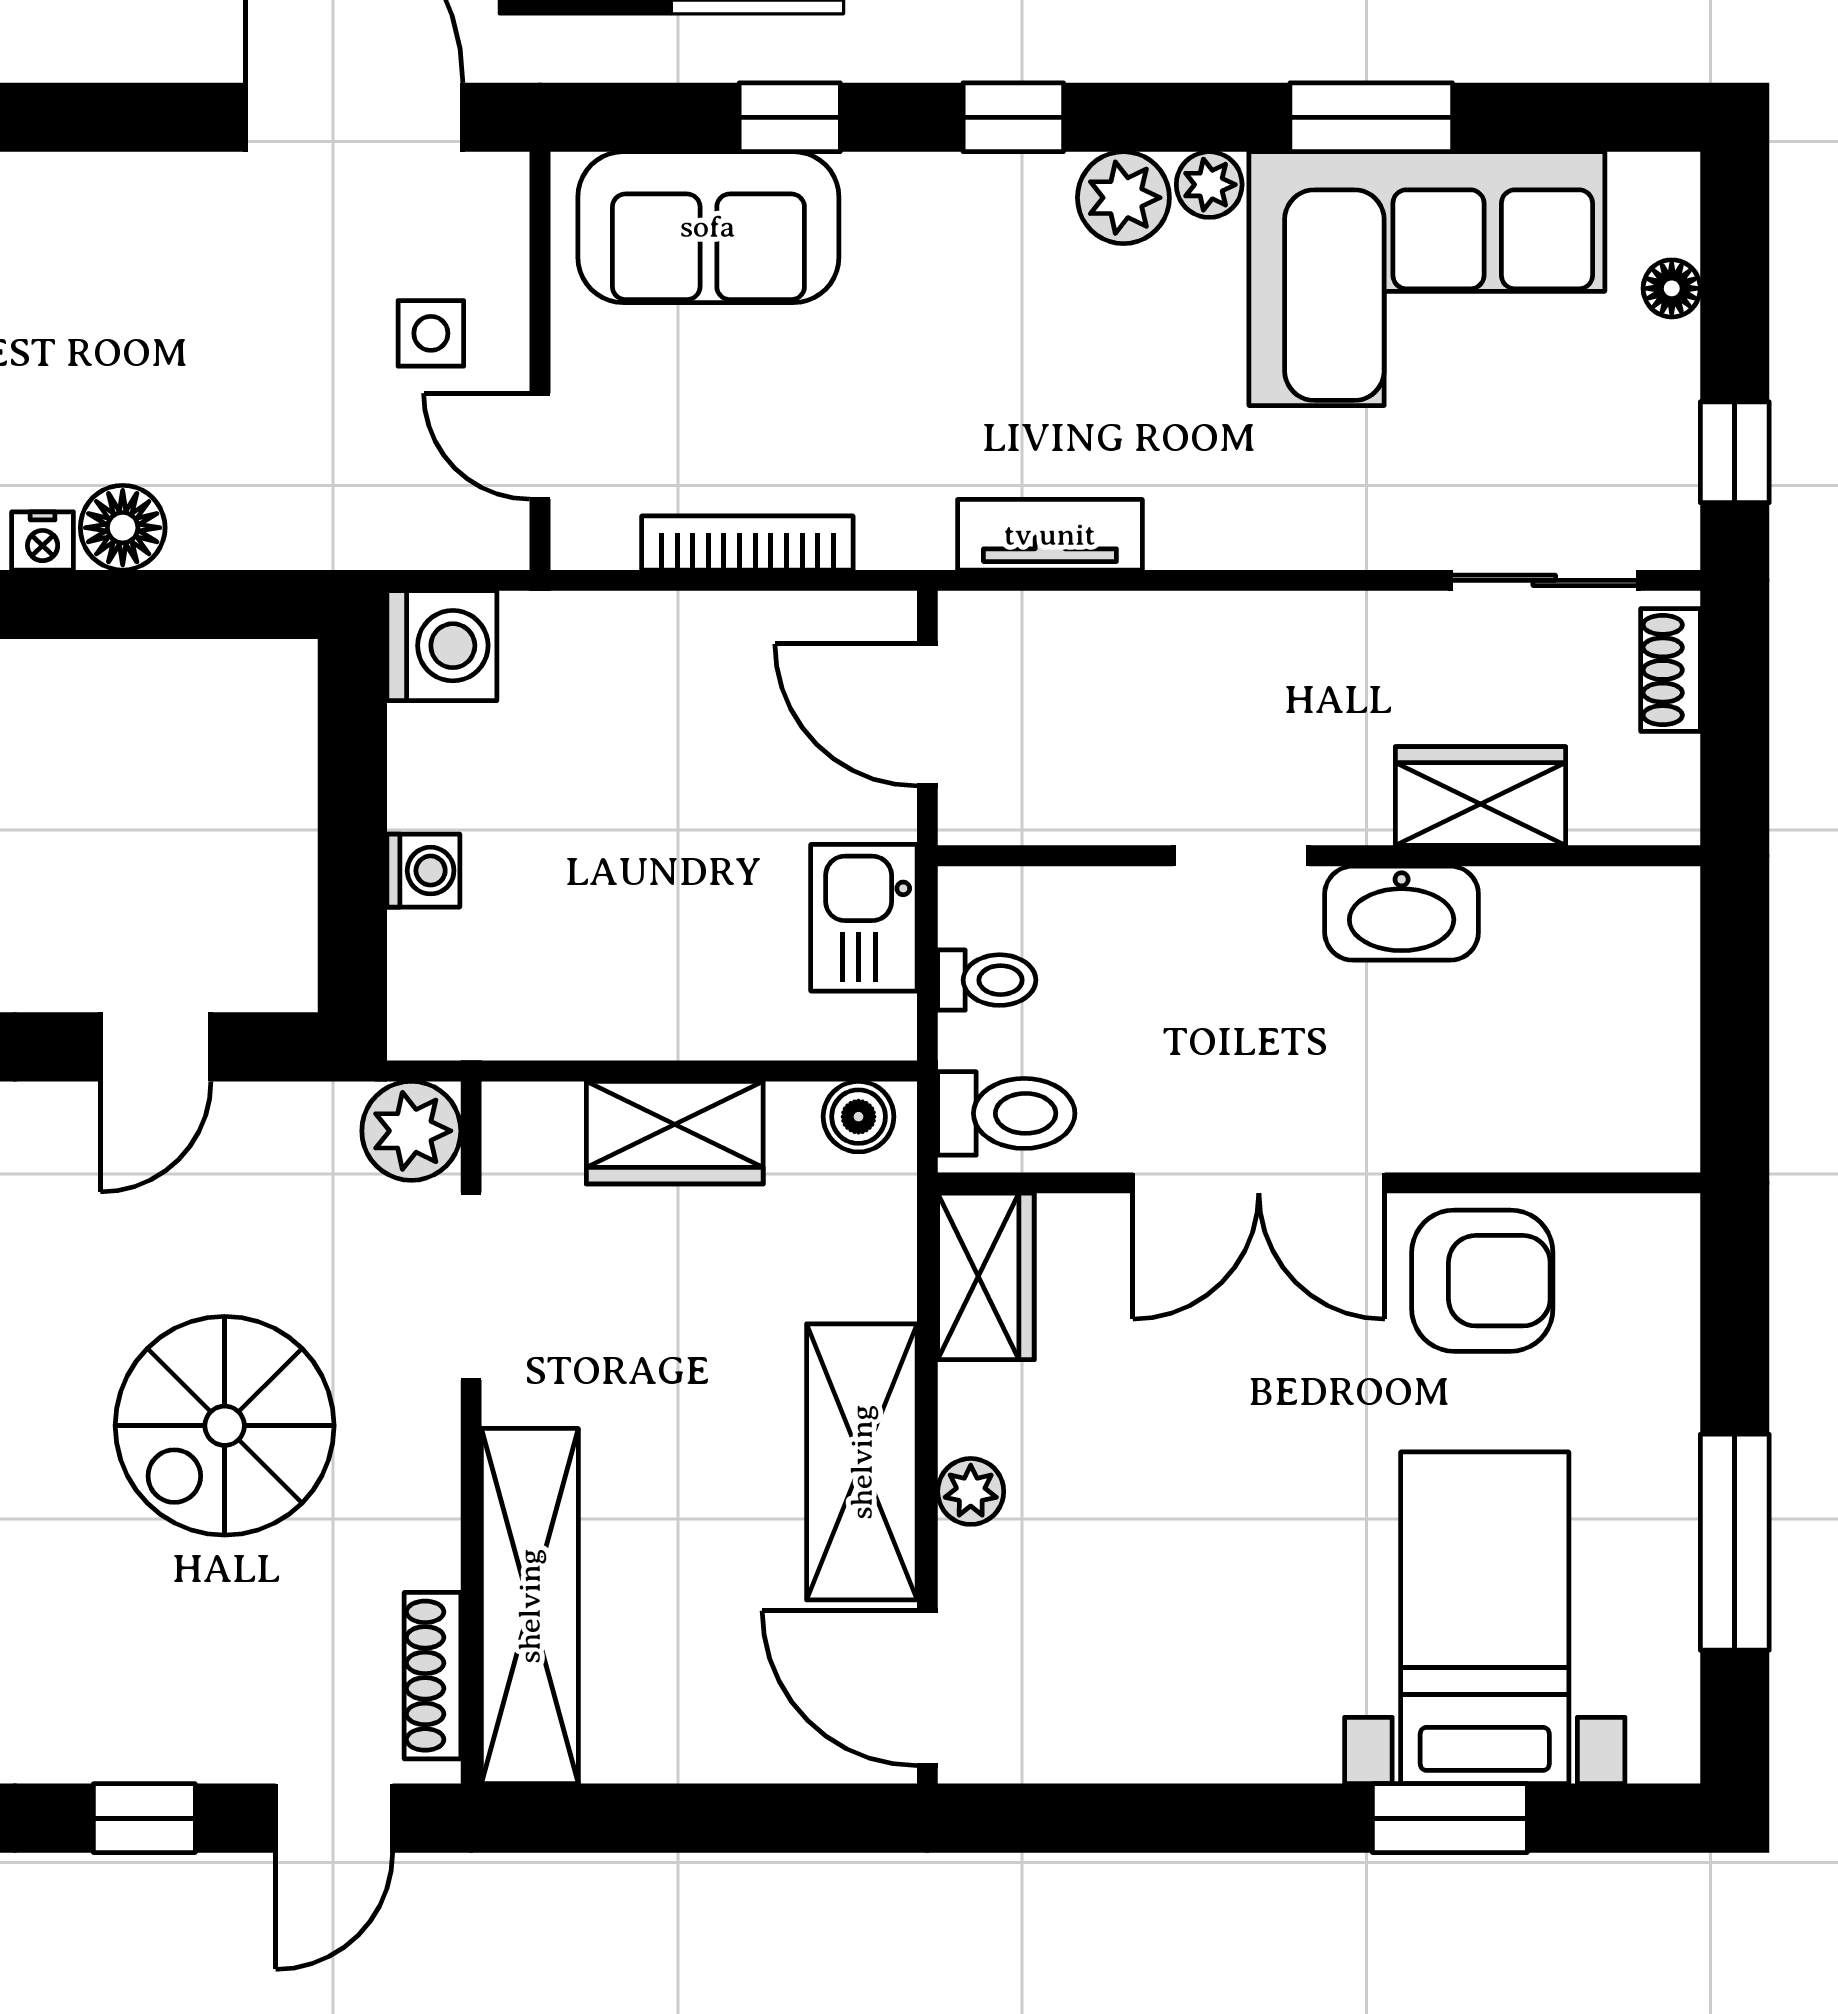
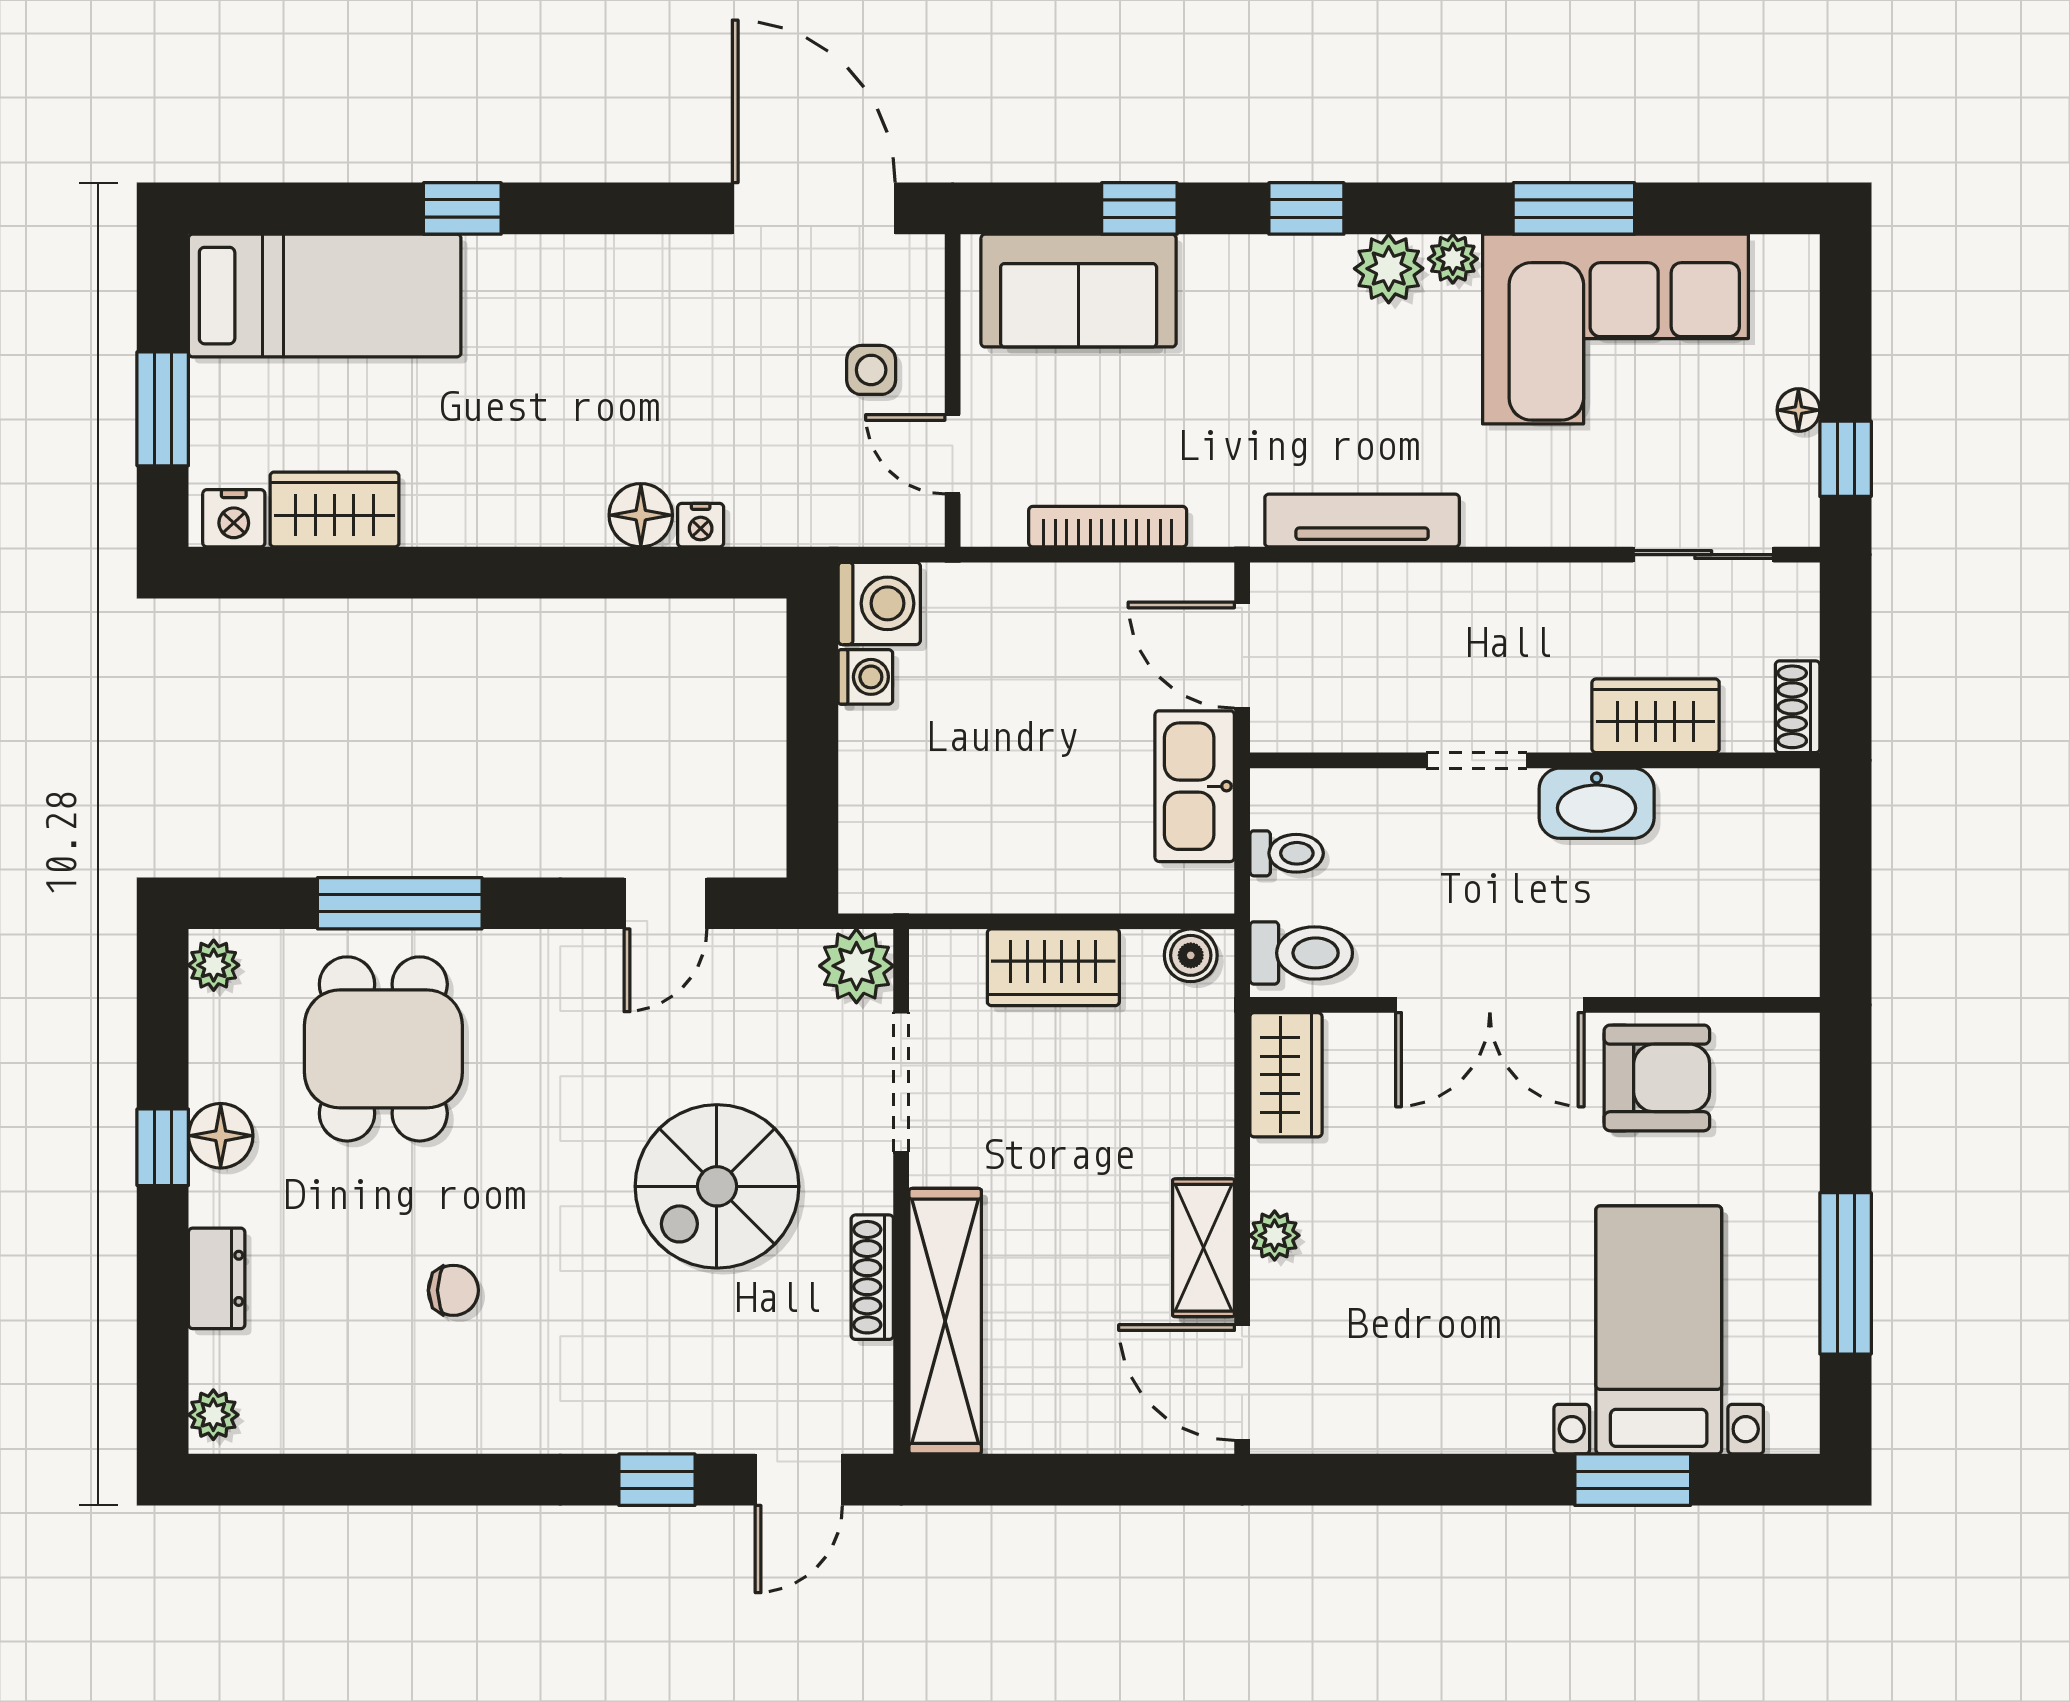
floor lamp: (1672, 288) -> (1798, 410), moved
tv unit: (1050, 535) -> (1362, 520), width x1.41
nightstand: (43, 541) -> (701, 525), moved
shoe rack: (1671, 670) -> (1798, 707), moved
washing machine: (423, 871) -> (865, 677), moved
kitchen sink: (864, 918) -> (1195, 786), width x1.38
shelving: (862, 1462) -> (1204, 1248), width x0.67, depth x0.75
shoe rack: (433, 1676) -> (872, 1277), moved

